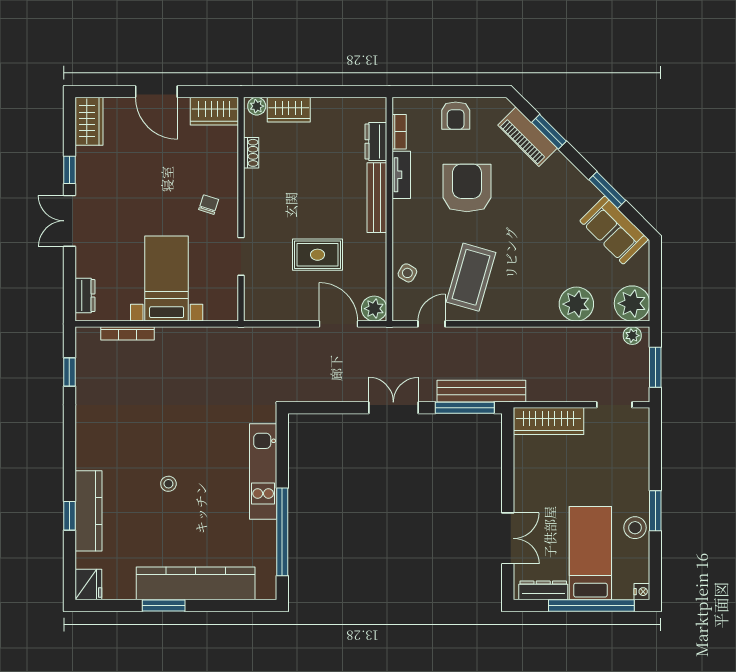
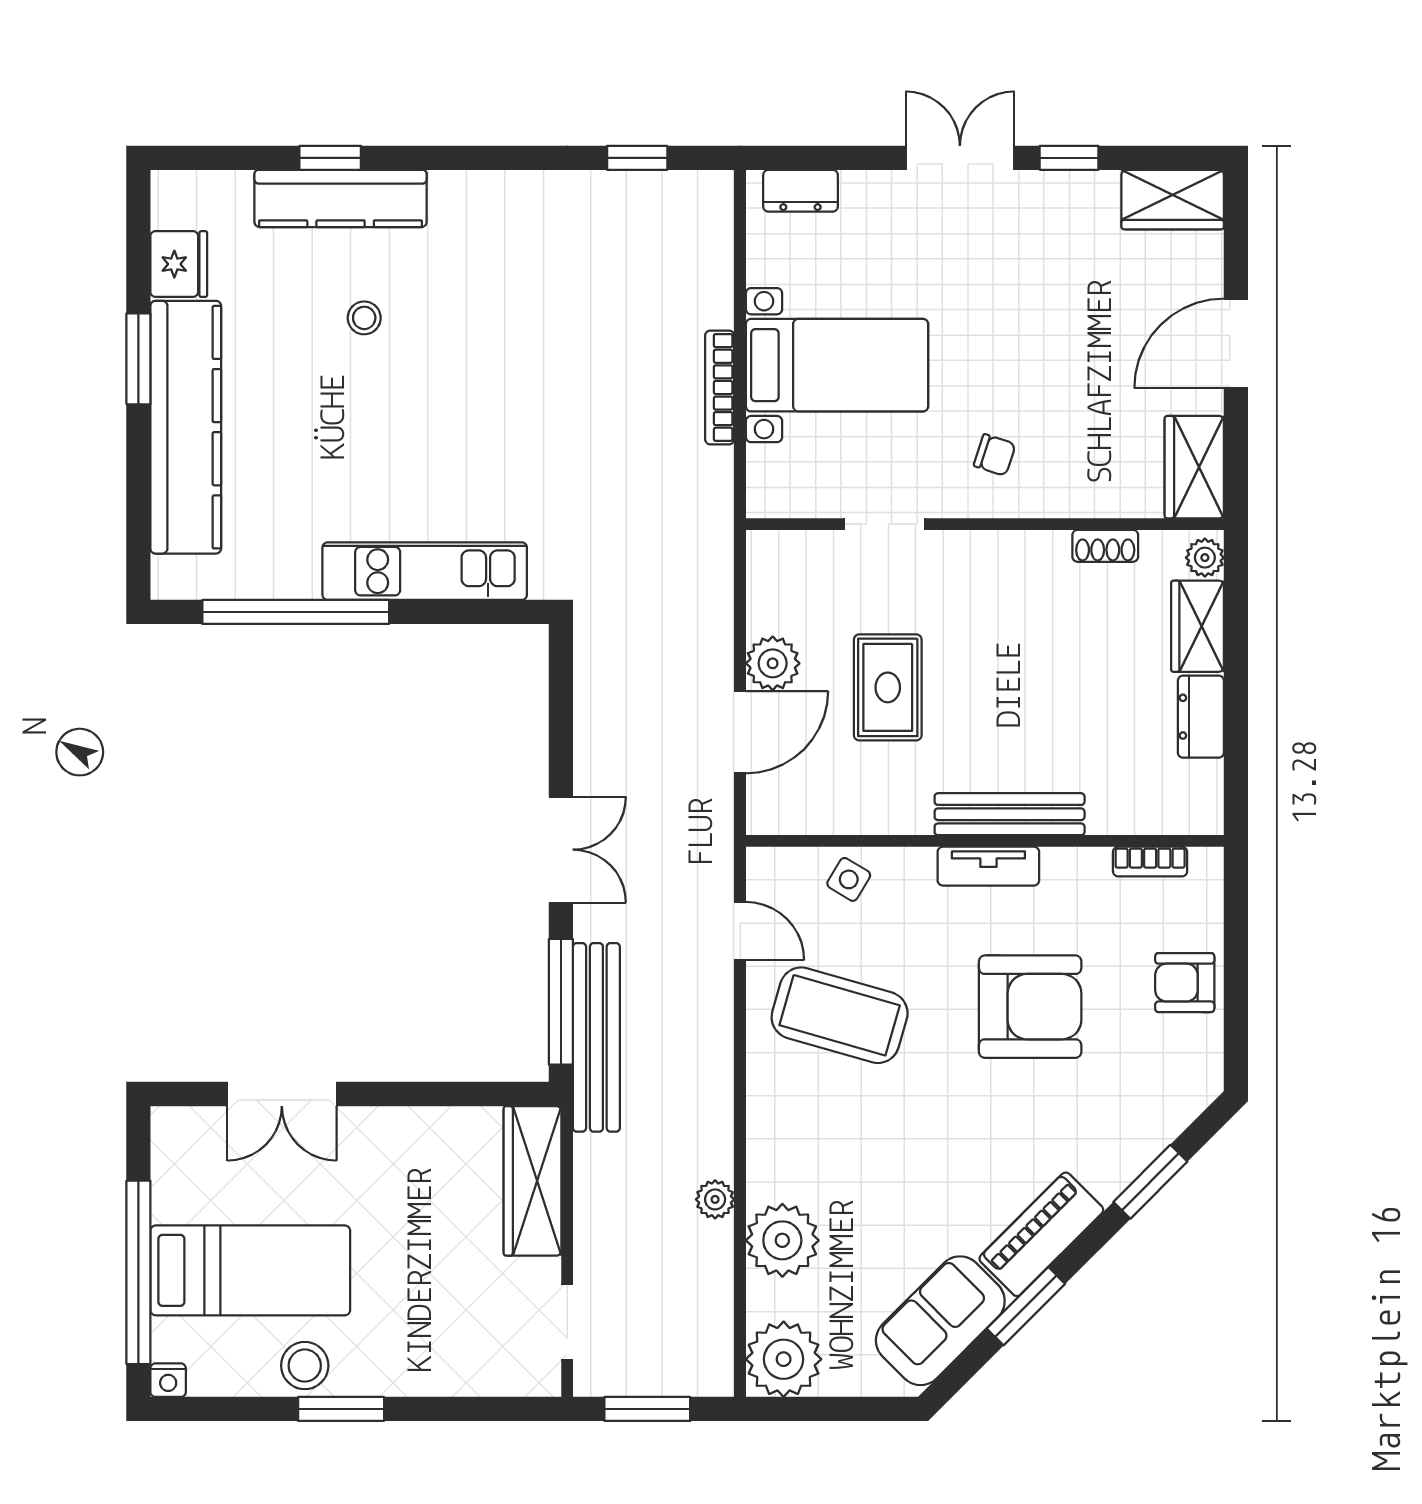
piano: (527, 137) -> (1041, 1234), moved
dresser: (376, 142) -> (1201, 717), moved, turned -90
tv unit: (401, 175) -> (988, 866), moved
plant: (374, 309) -> (773, 663), moved
bookcase: (127, 333) -> (720, 387), moved
plant: (632, 336) -> (715, 1199), moved
stool: (168, 484) -> (364, 318), moved
fridge: (88, 584) -> (179, 264), moved, turned -90
dresser: (543, 590) -> (171, 1169), removed

